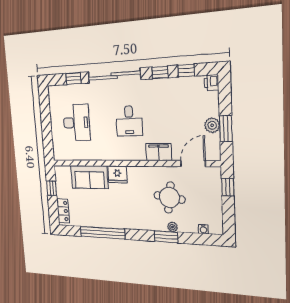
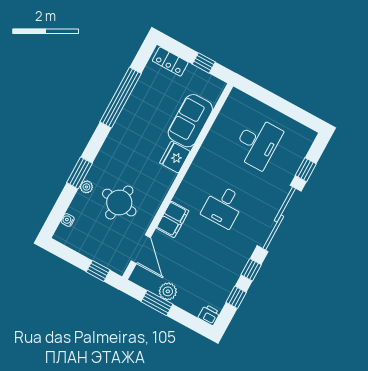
desk: (129, 121) -> (223, 206), turned -90
desk: (77, 123) -> (258, 143), turned -90

